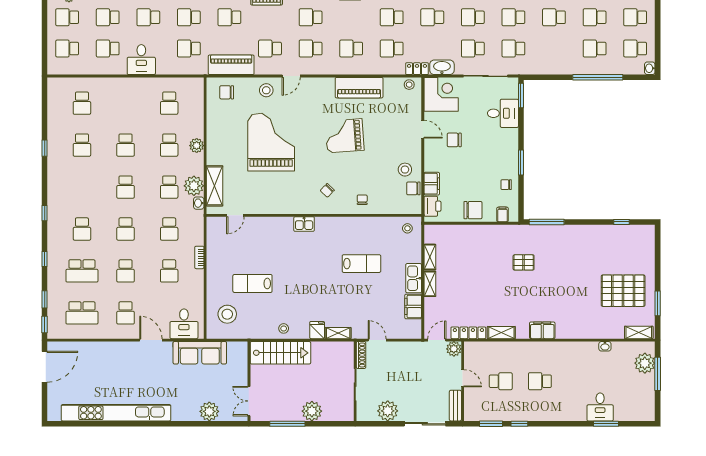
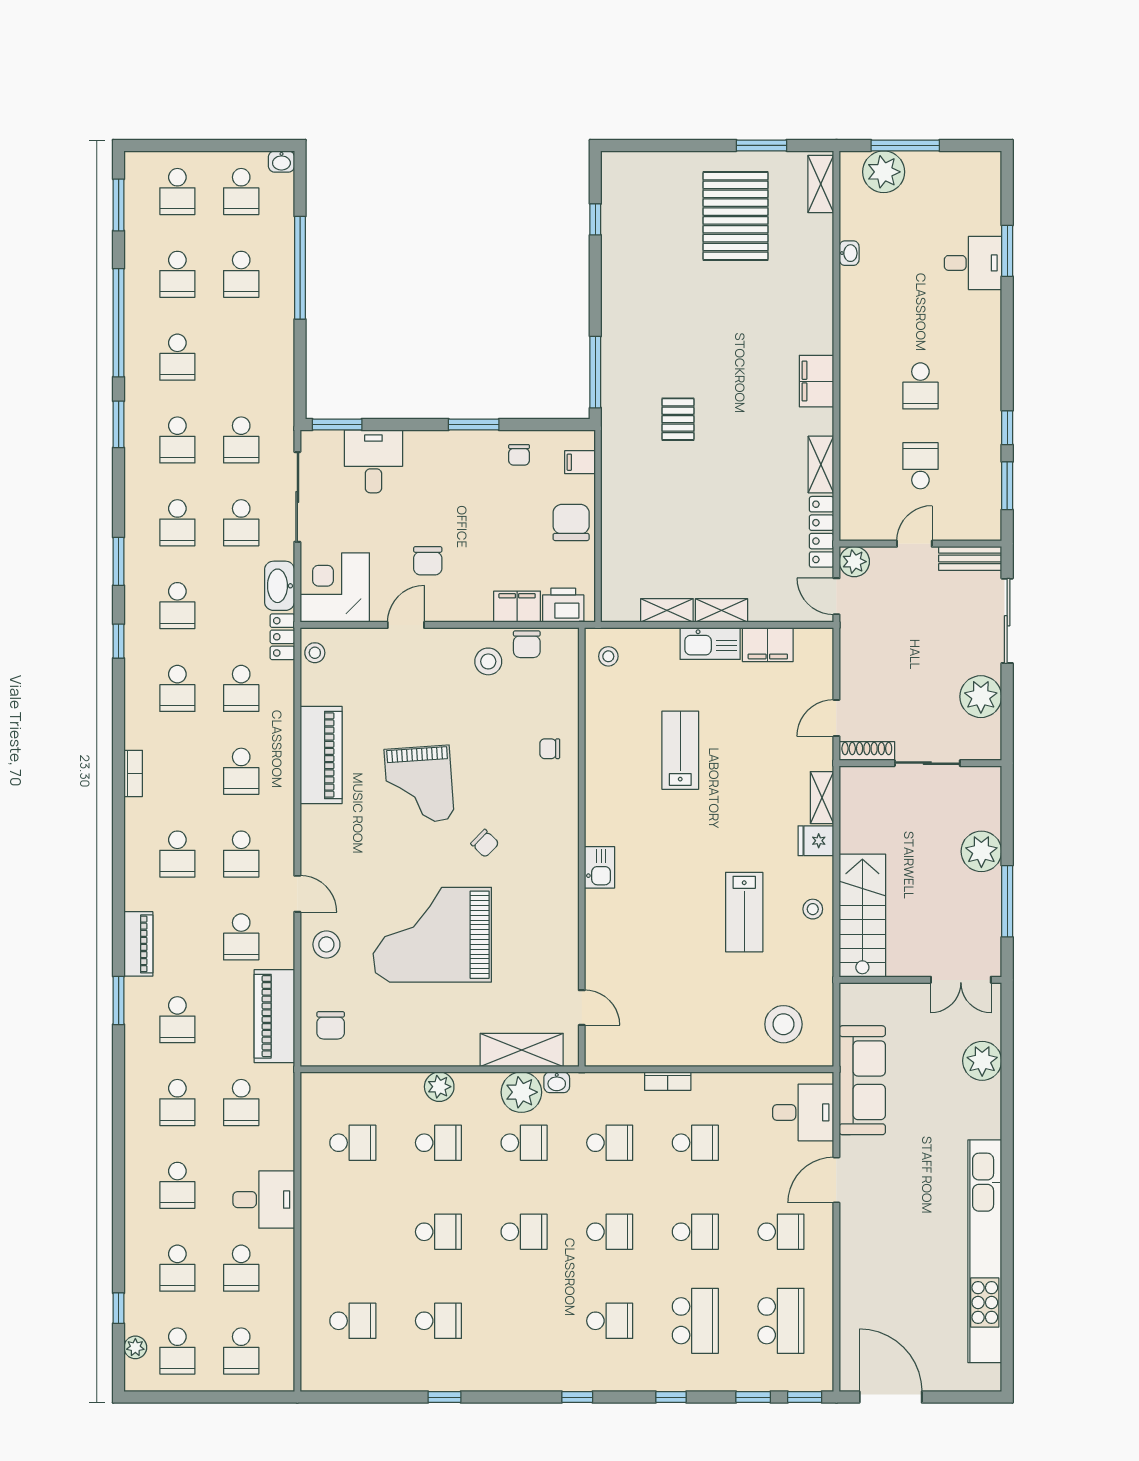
chair: (327, 190) -> (485, 843), moved
lab bench: (252, 283) -> (744, 912), moved

